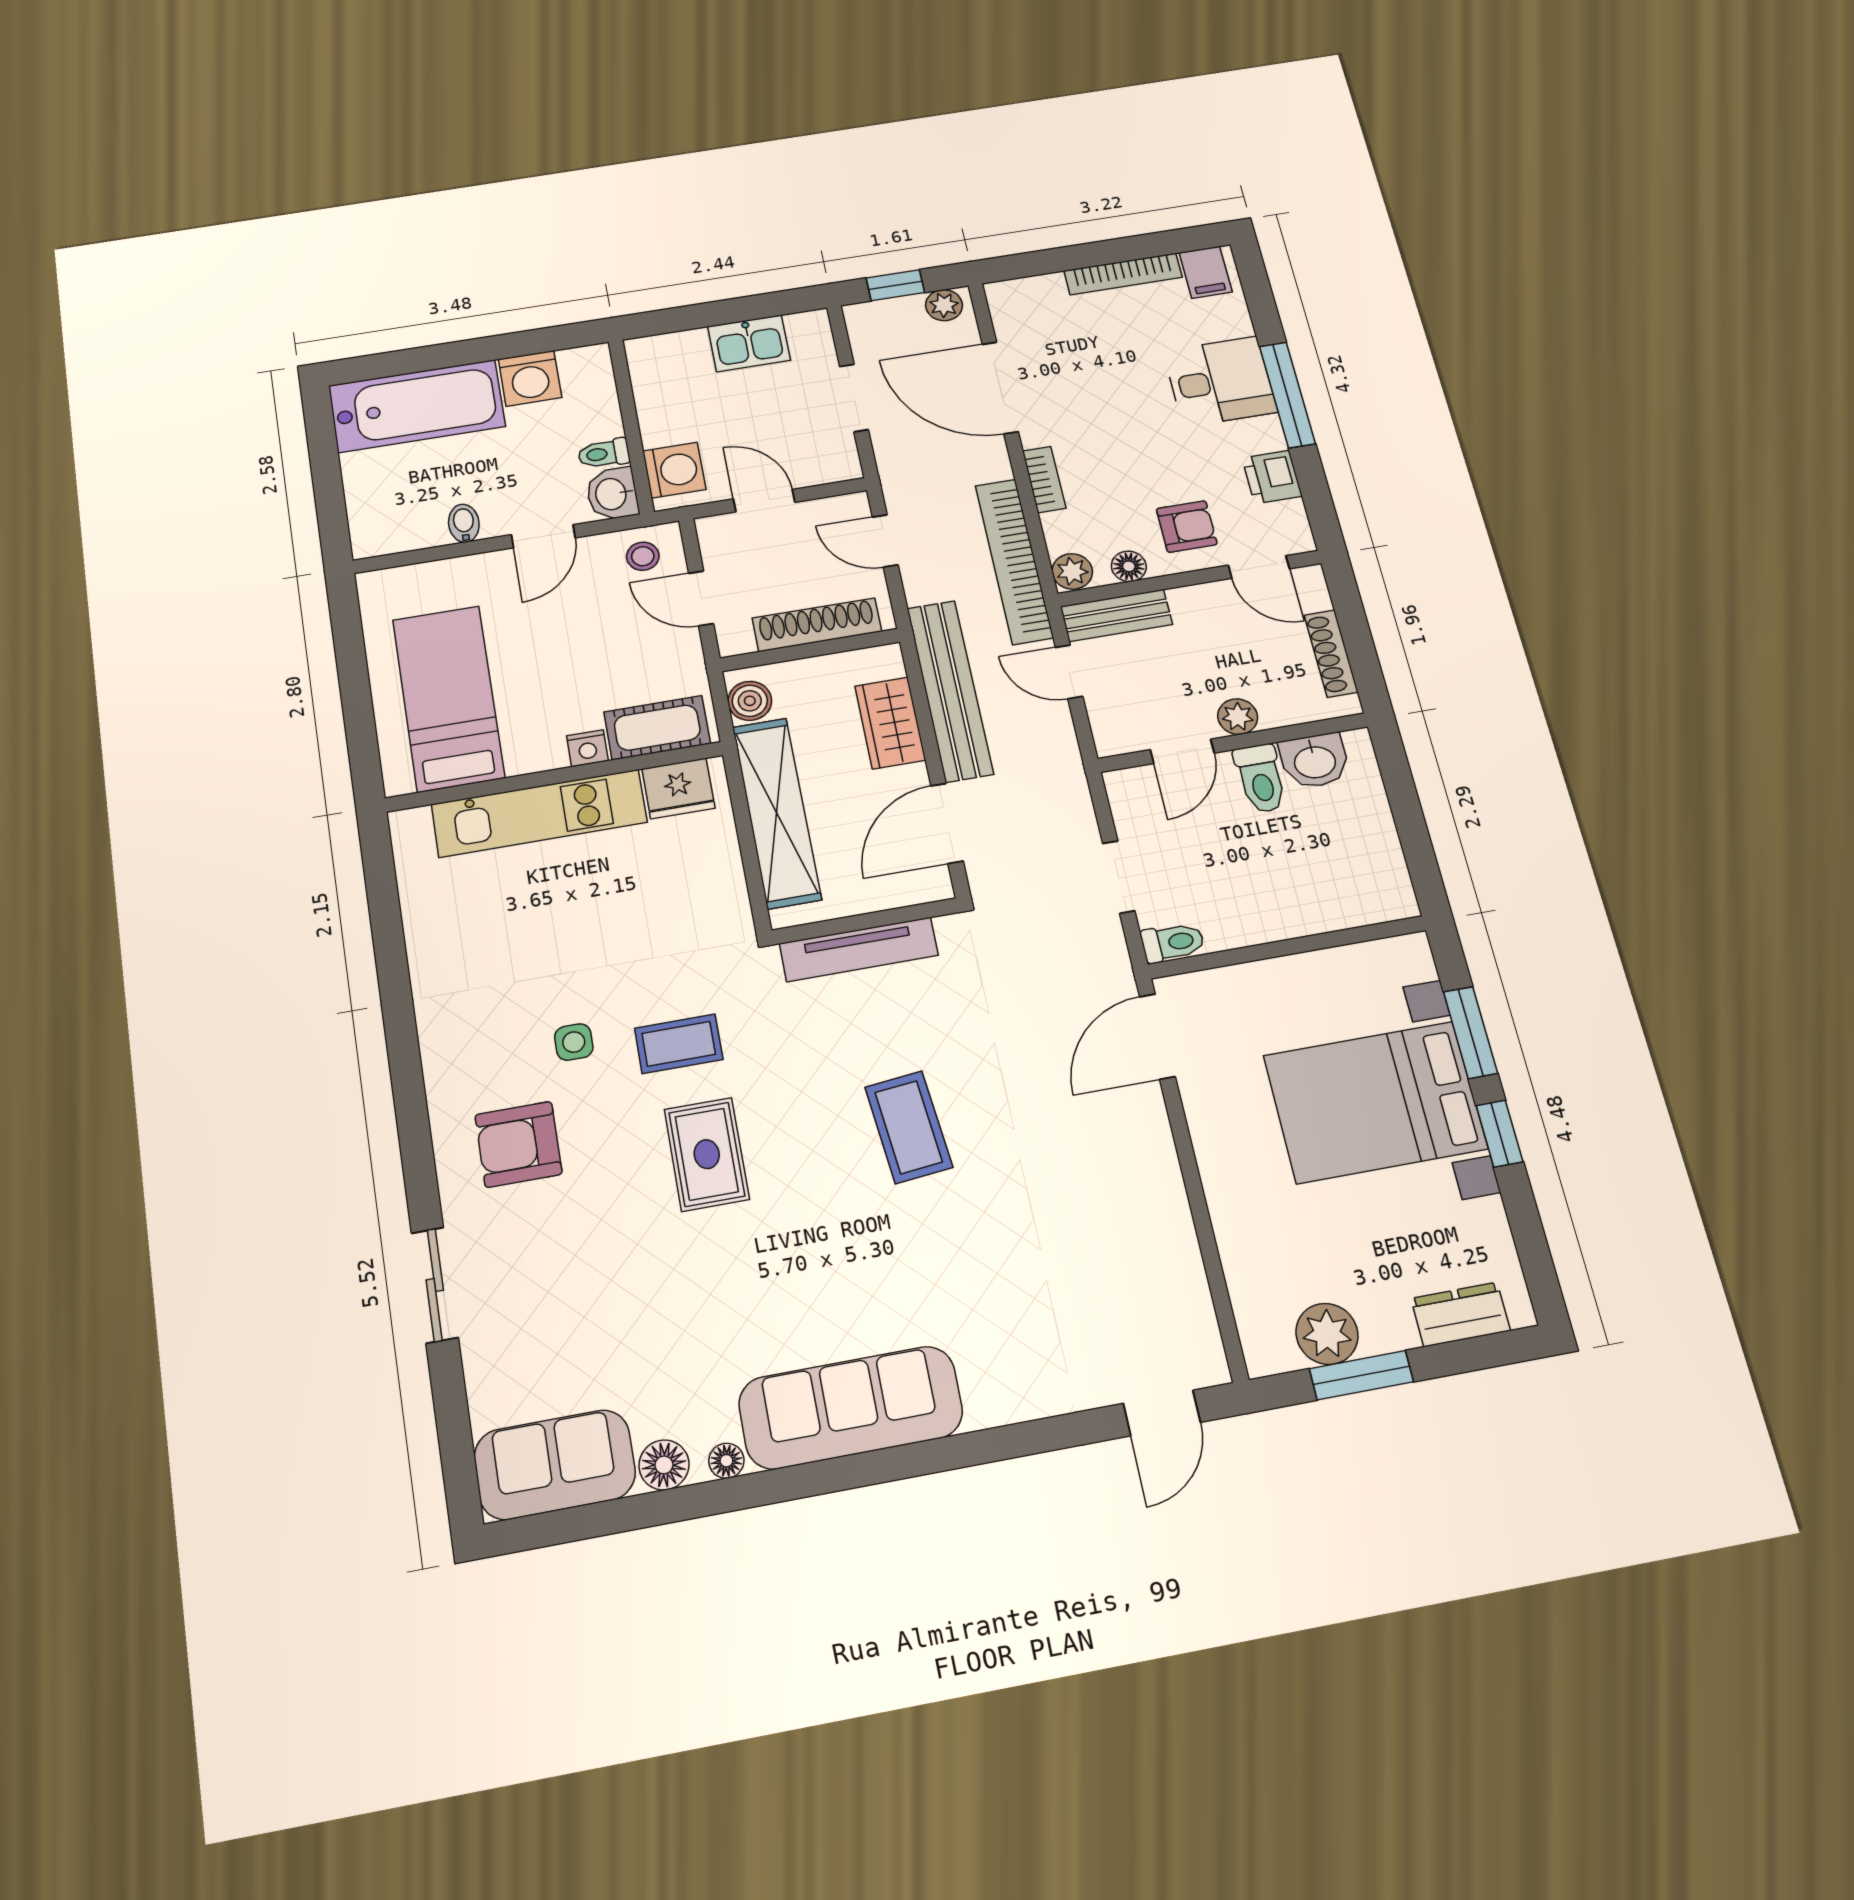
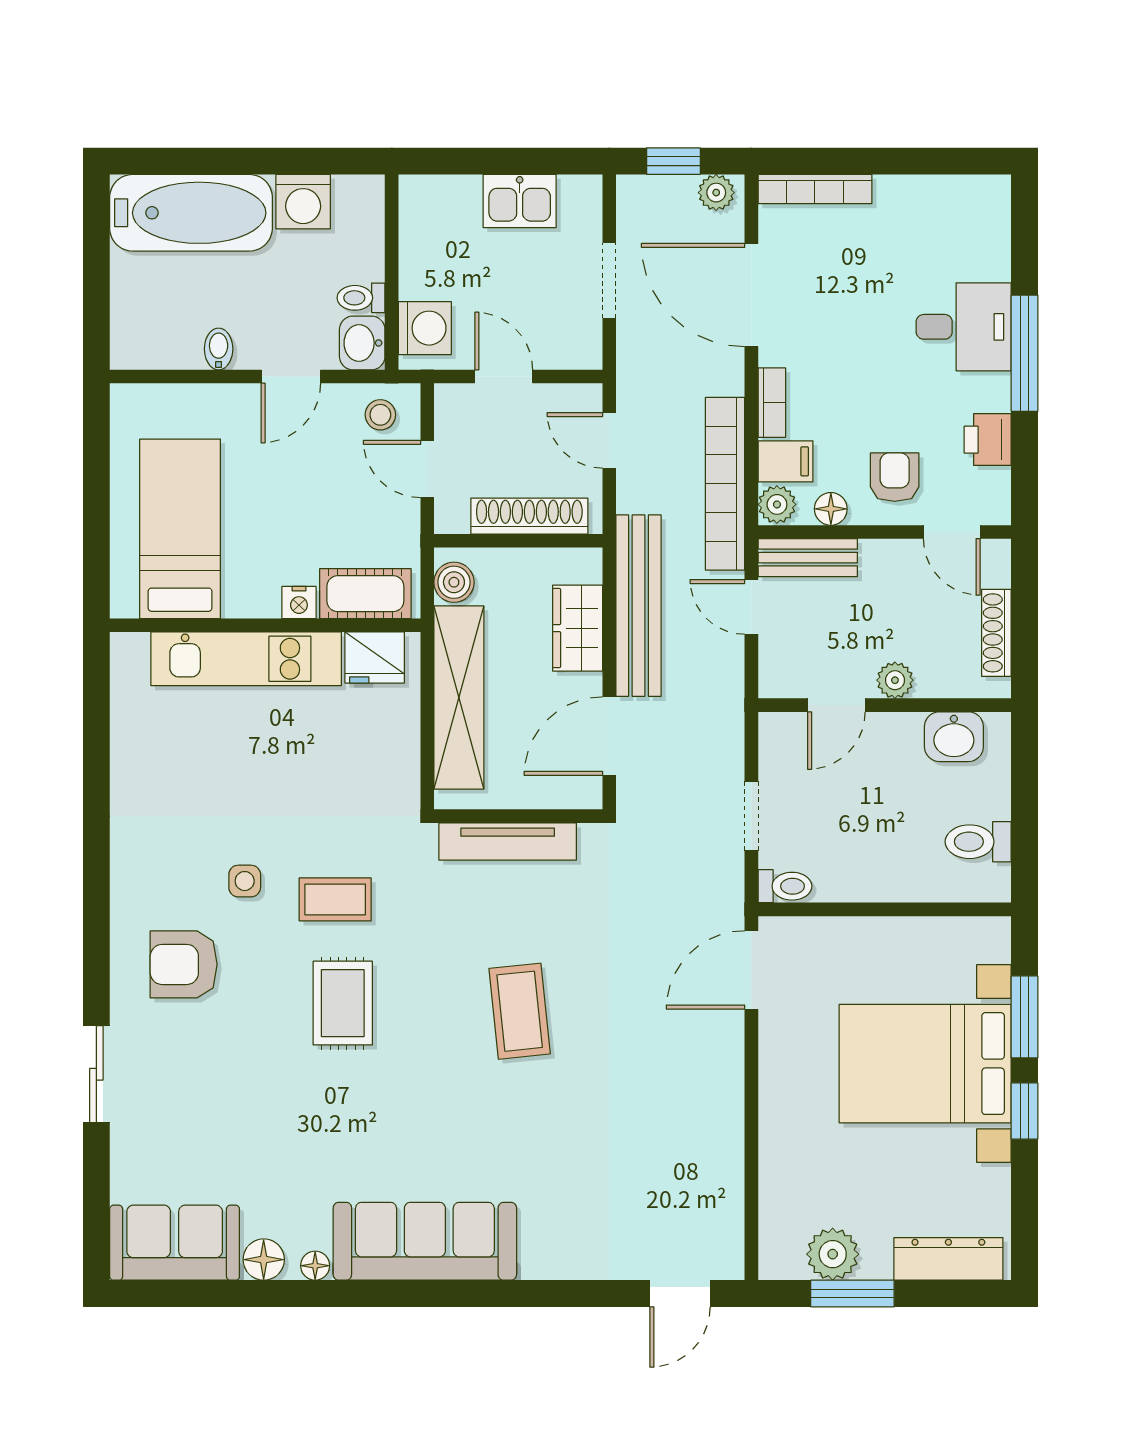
filing cabinet: (1206, 272) -> (785, 461), moved, turned -90
bookcase: (1123, 274) -> (815, 189), moved
armchair: (1187, 527) -> (895, 477), turned -90
toilet: (1261, 778) -> (978, 842), moved, turned 90
dresser: (1461, 1314) -> (948, 1259), width x1.44

